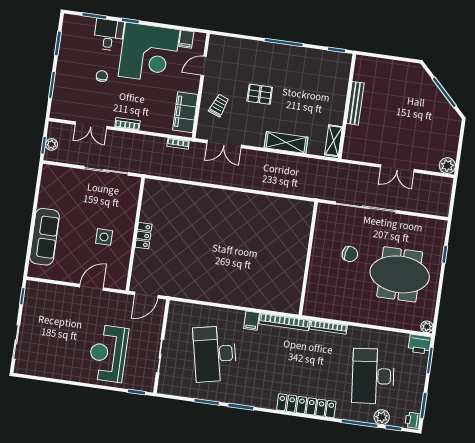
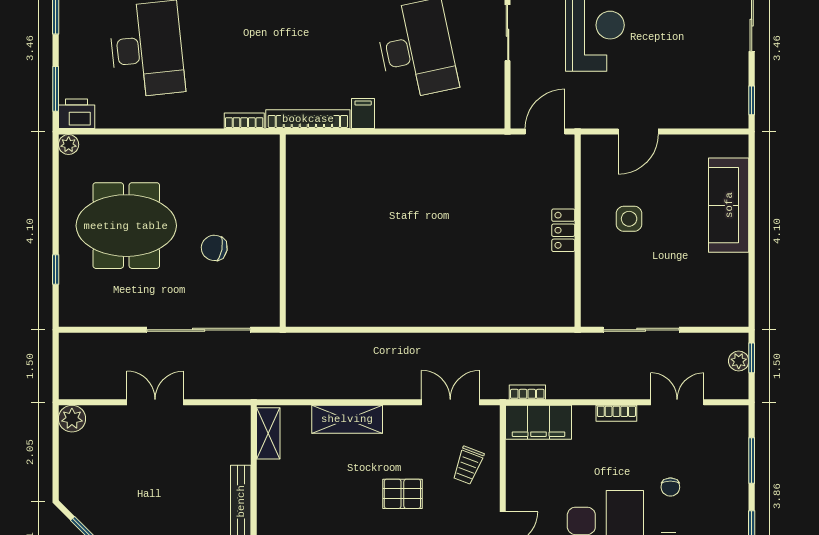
filing cabinet: (185, 112) -> (538, 422), moved, turned 90
bookcase: (328, 327) -> (244, 121), width x0.64

